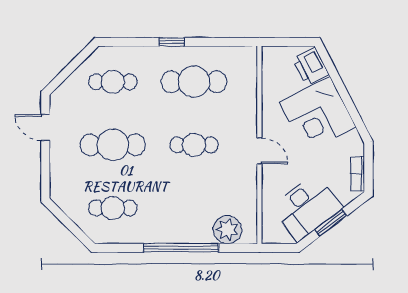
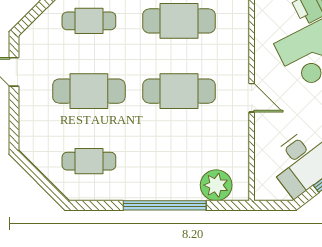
cafe table: (194, 145) -> (179, 91), width x1.37, depth x1.35

